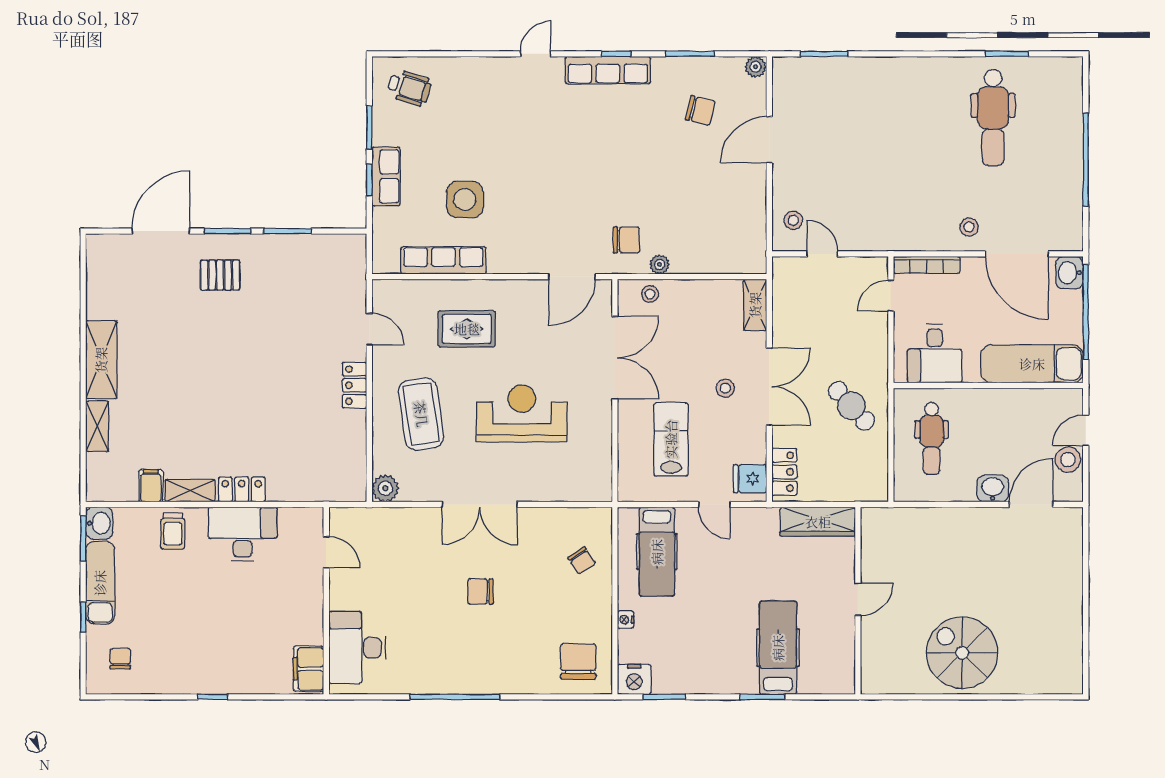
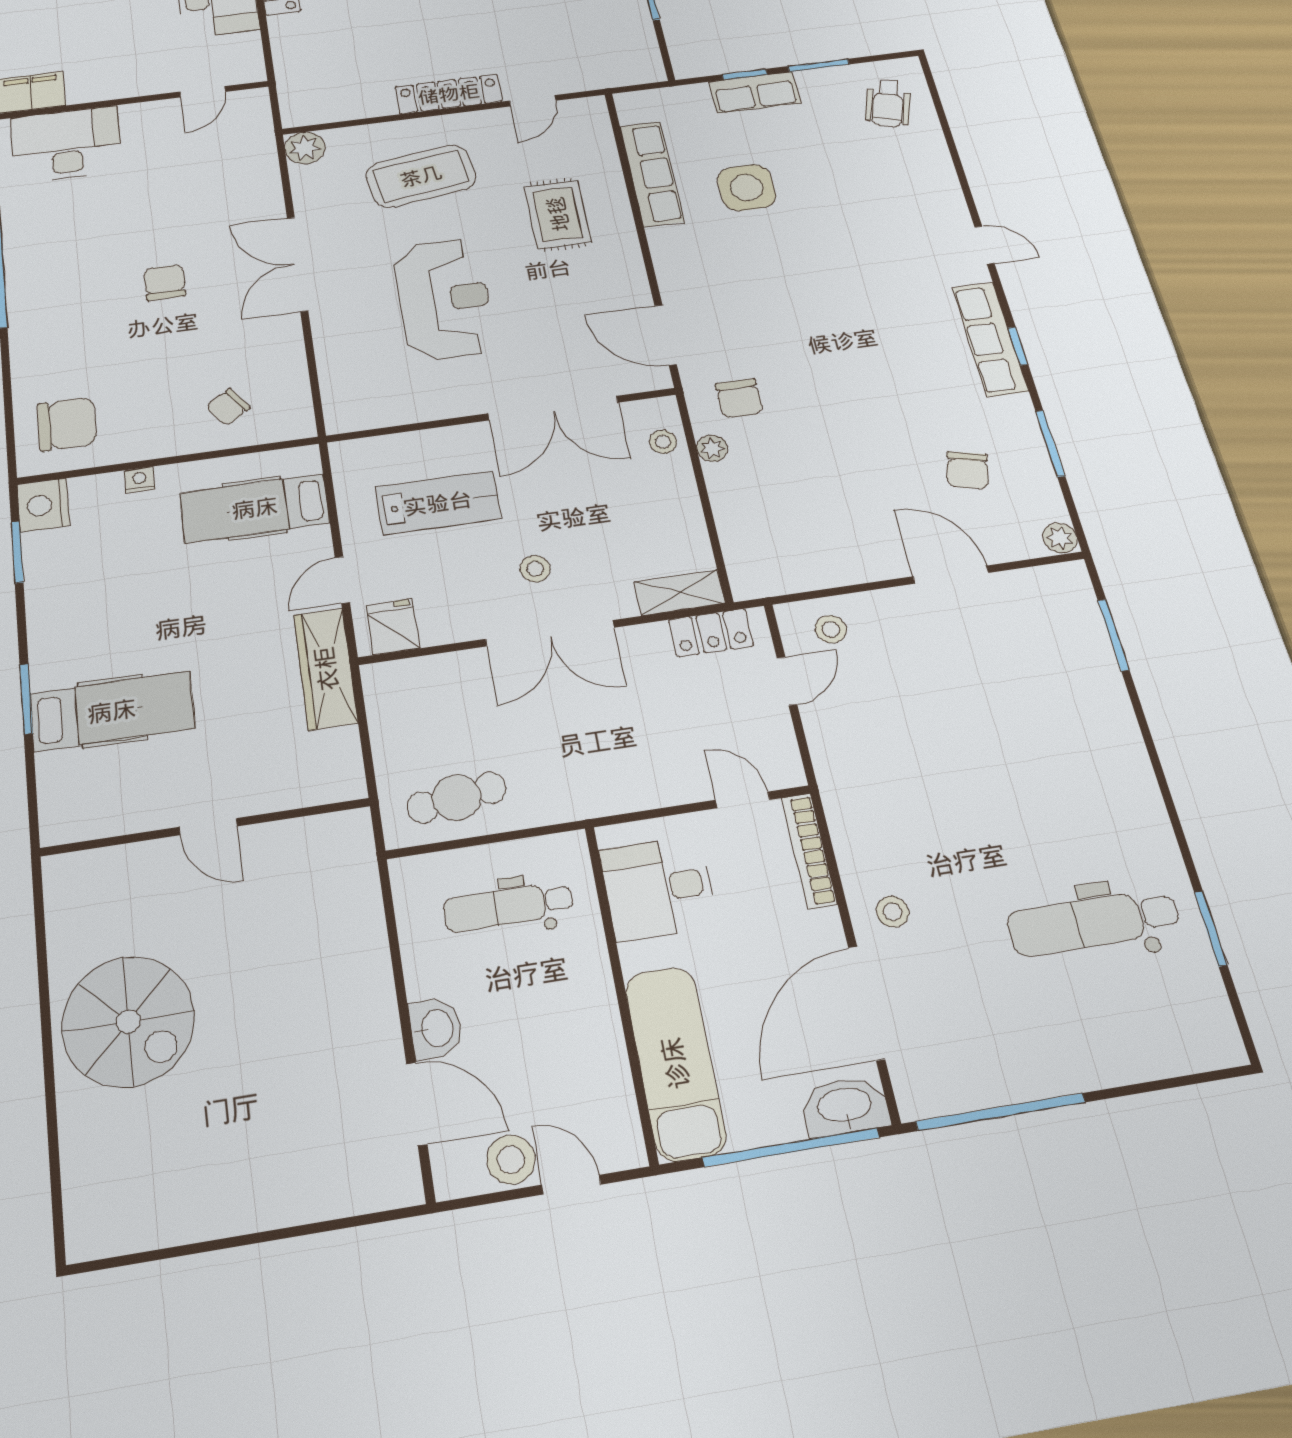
window: (1086, 160) -> (1001, 1112), moved
washbasin: (1069, 273) -> (845, 1106), width x1.38
locker: (355, 385) -> (449, 94), width x1.53
cafe table: (851, 406) -> (457, 798), moved, turned 34
locker: (784, 472) -> (711, 633), moved
wardrobe: (818, 522) -> (326, 669), moved
spiral stairs: (962, 653) -> (128, 1021), turned 90

